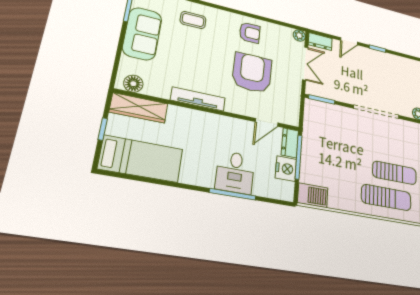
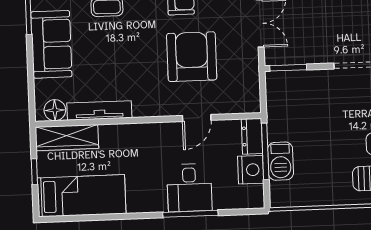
tv unit: (198, 99) -> (99, 110), moved
door: (267, 122) -> (197, 118), moved
barbecue: (313, 195) -> (280, 161), moved, turned 90

